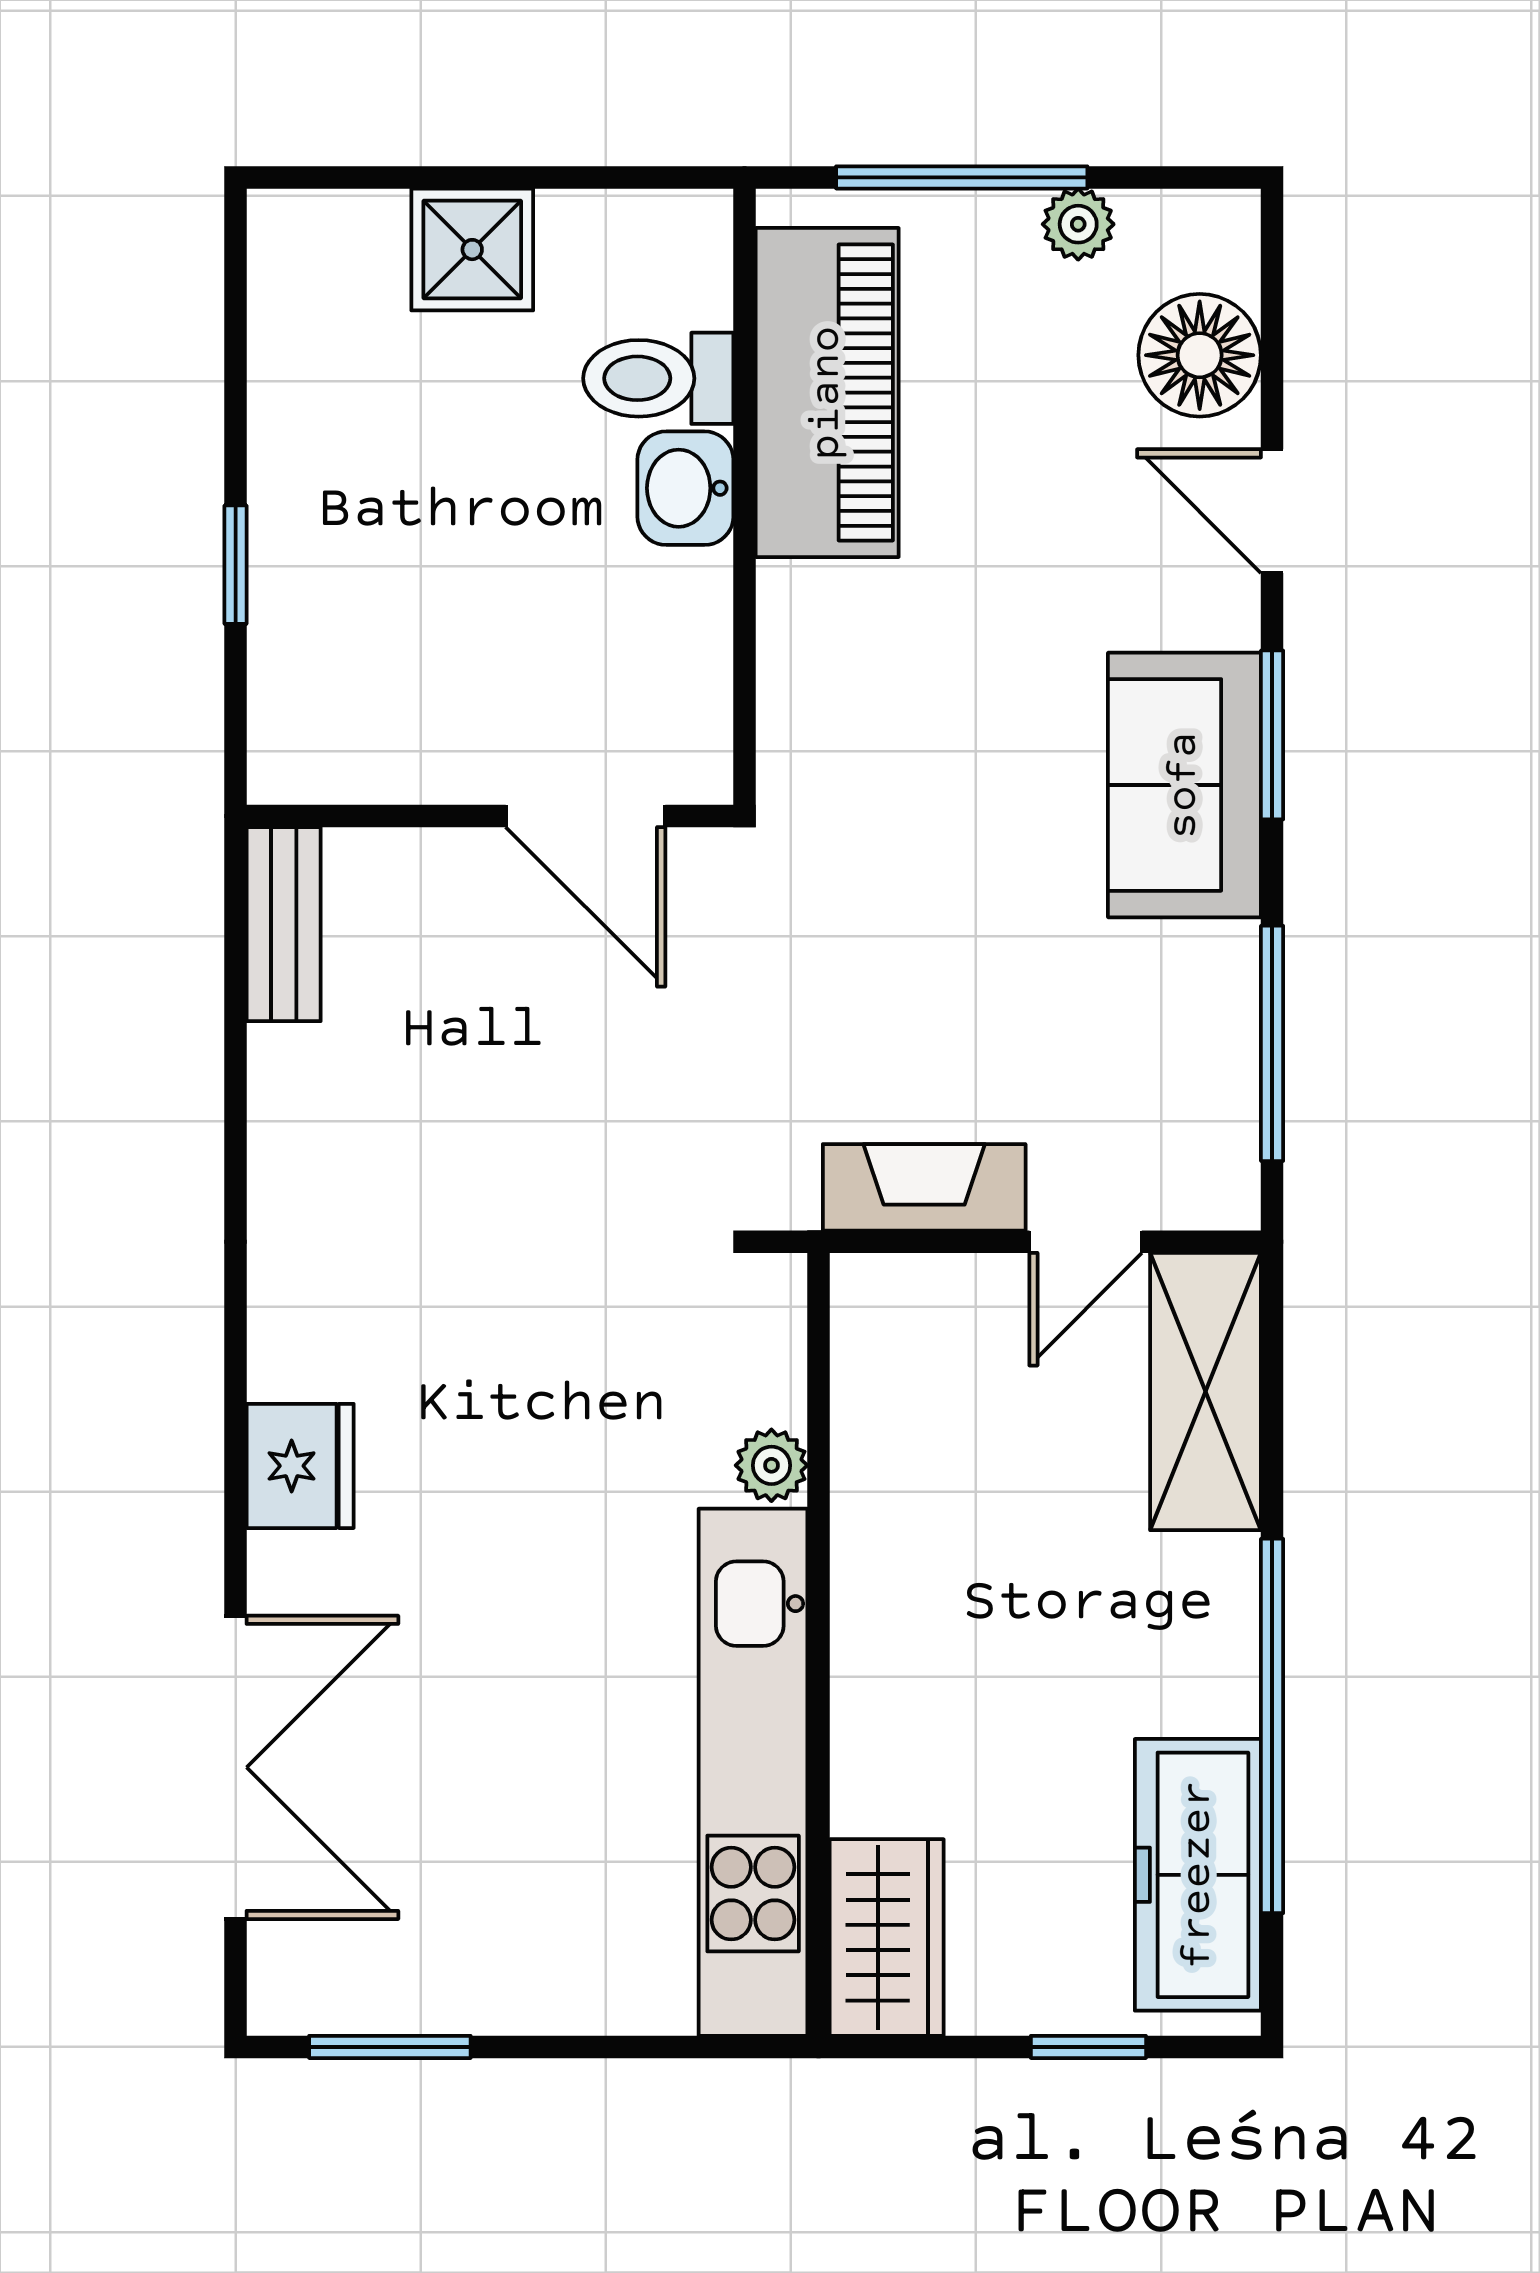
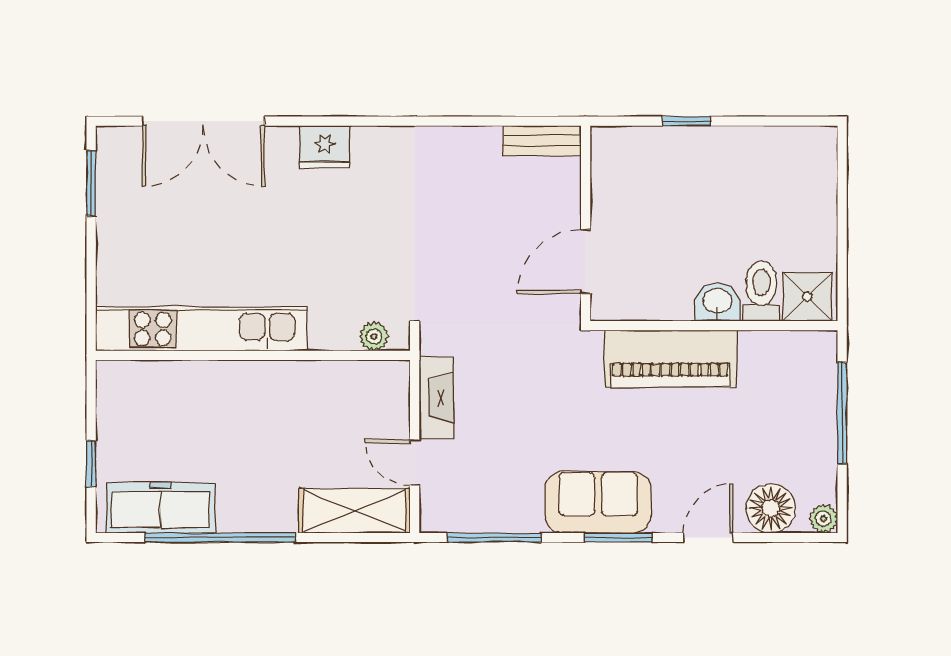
plant: (1078, 224) -> (823, 519), moved
shower: (472, 250) -> (807, 297), moved
piano: (827, 393) -> (670, 359), moved
plant: (771, 1465) -> (374, 336), moved
wardrobe: (887, 1937) -> (135, 383), removed

